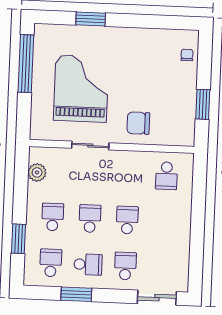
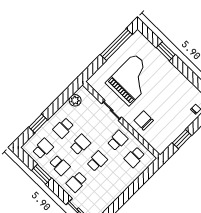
school desk: (129, 174) -> (118, 140), added
school desk: (53, 217) -> (63, 128), turned 180
school desk: (125, 266) -> (77, 182), turned 180

